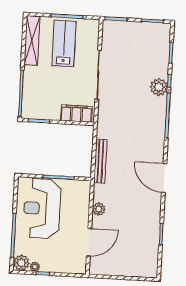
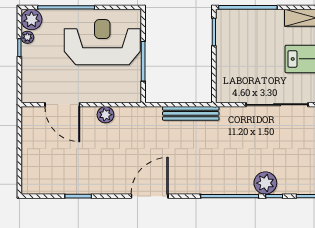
filing cabinet: (76, 114) -> (226, 80), removed
bench: (100, 161) -> (191, 113), moved

